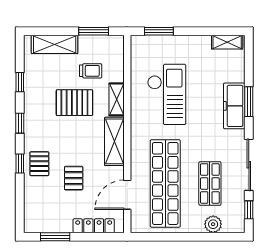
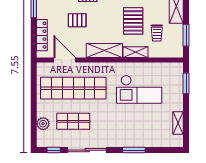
shelving: (227, 42) -> (178, 123), moved
freezer: (234, 106) -> (131, 139), removed

